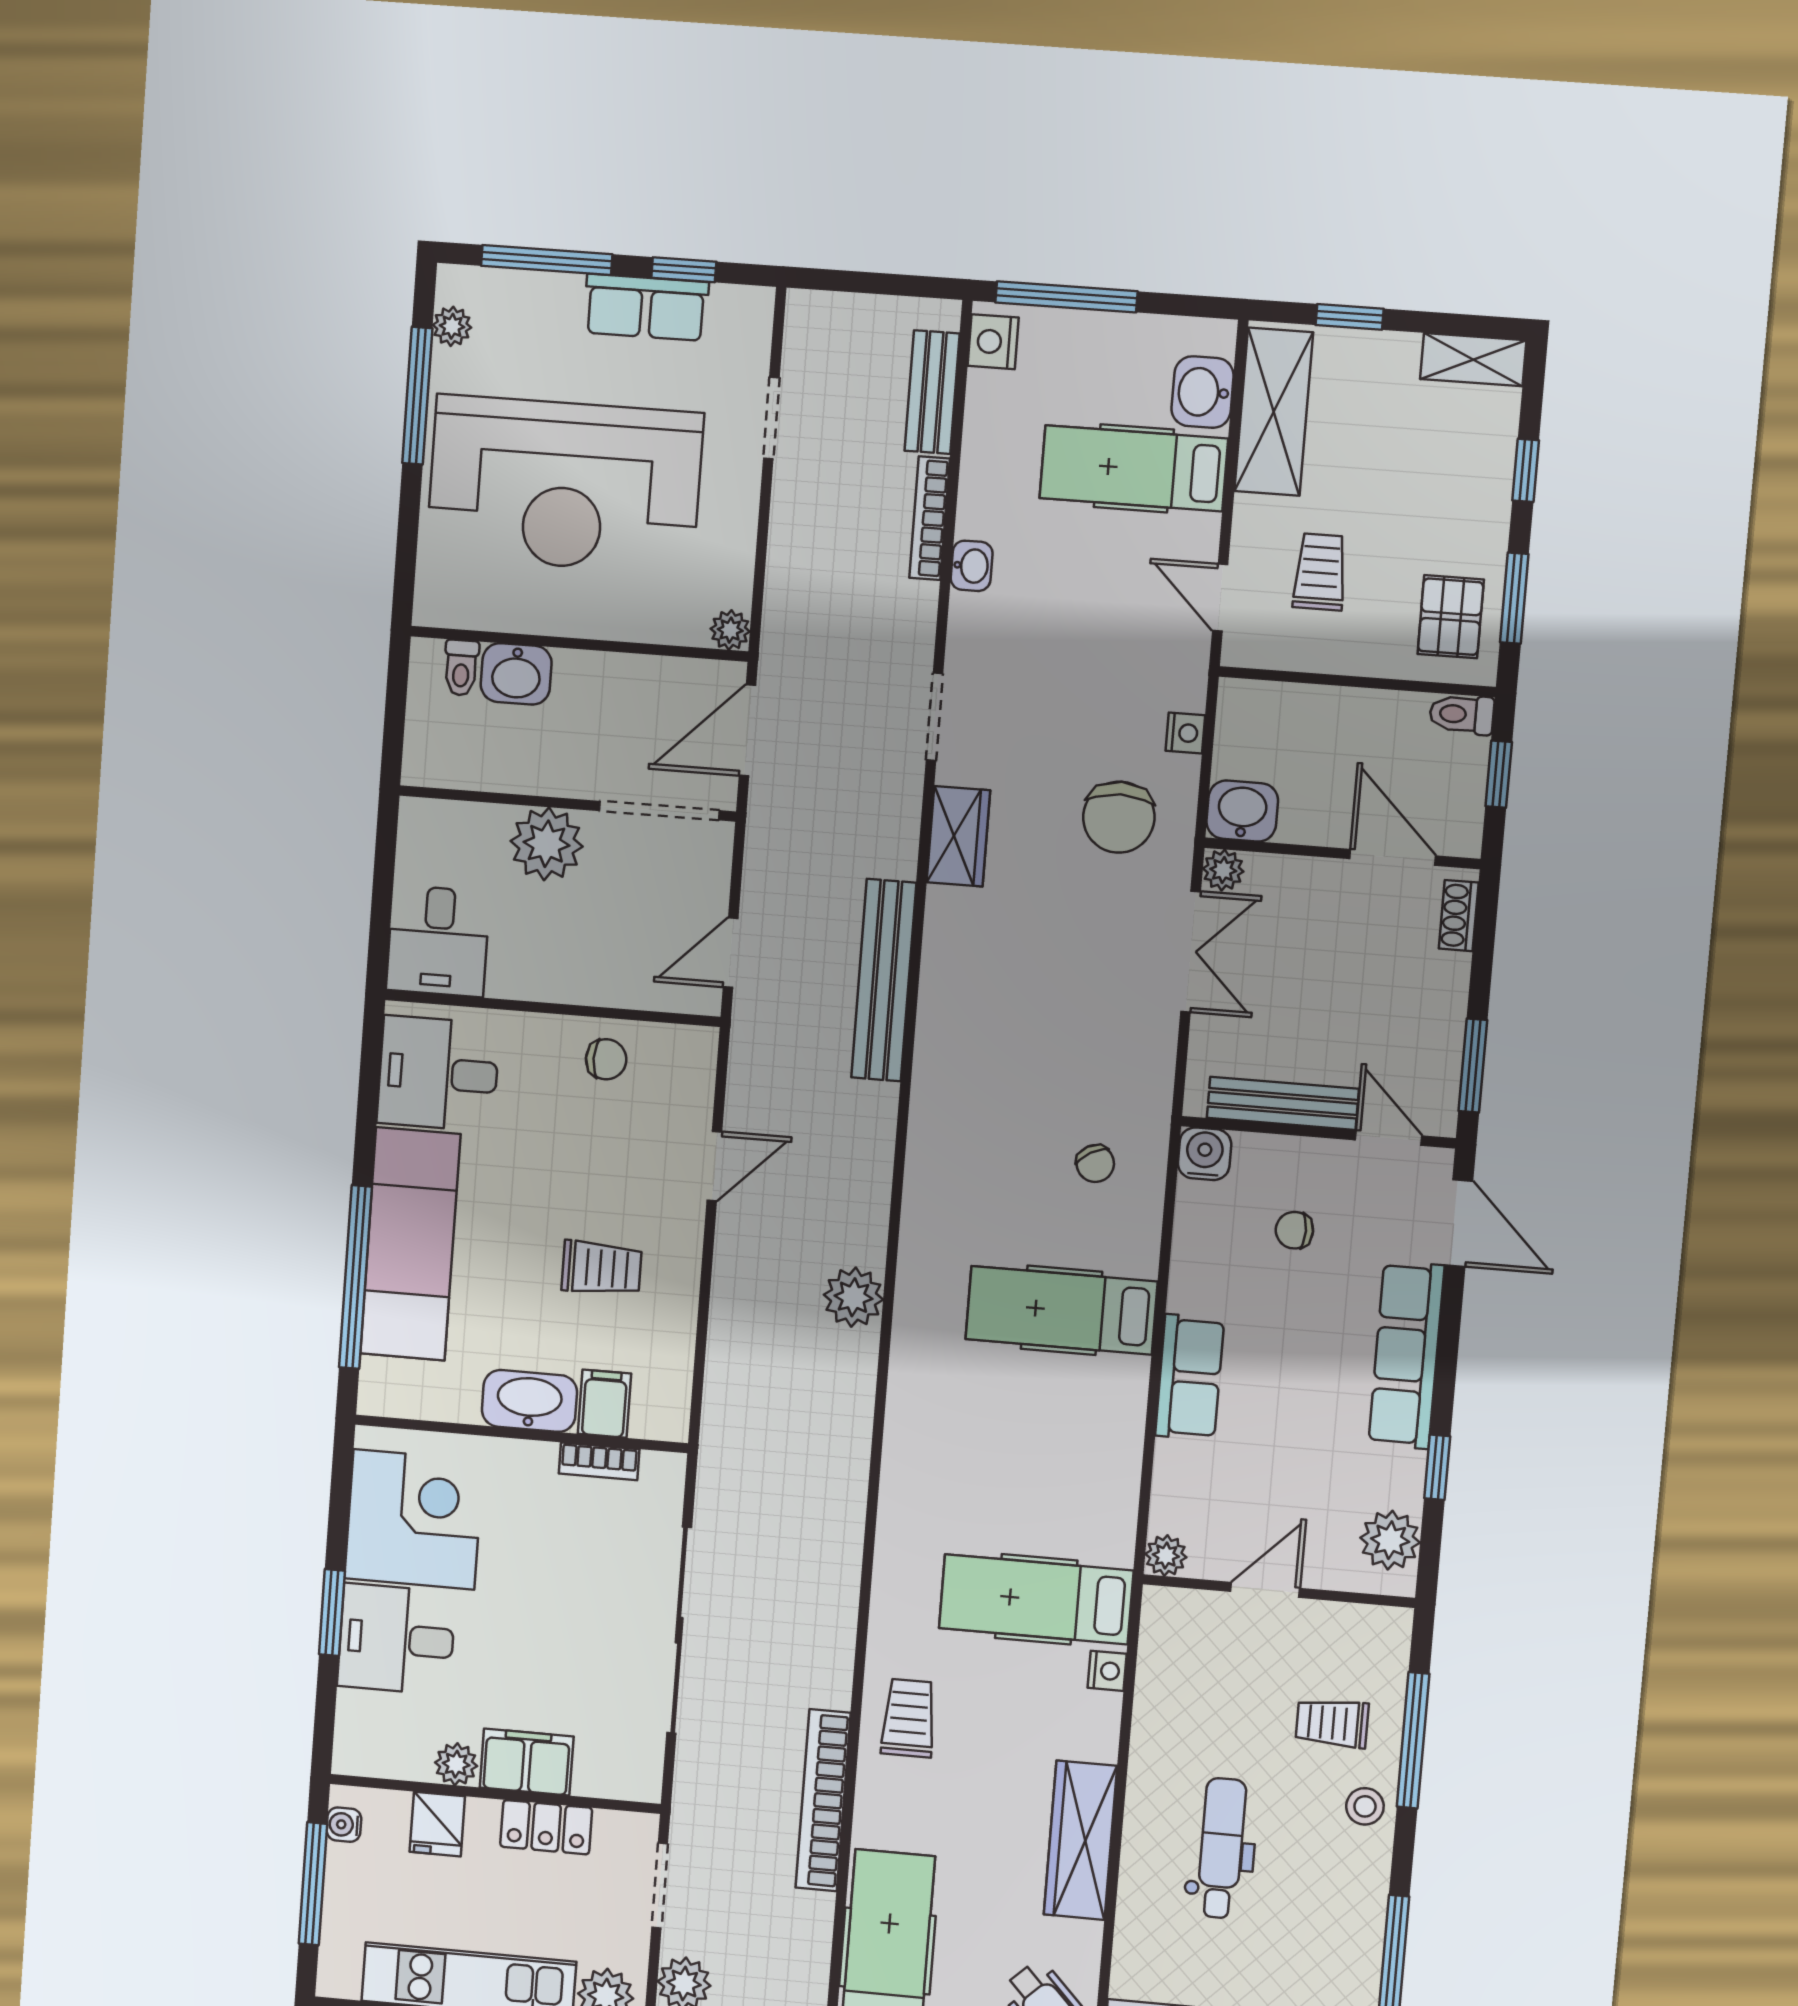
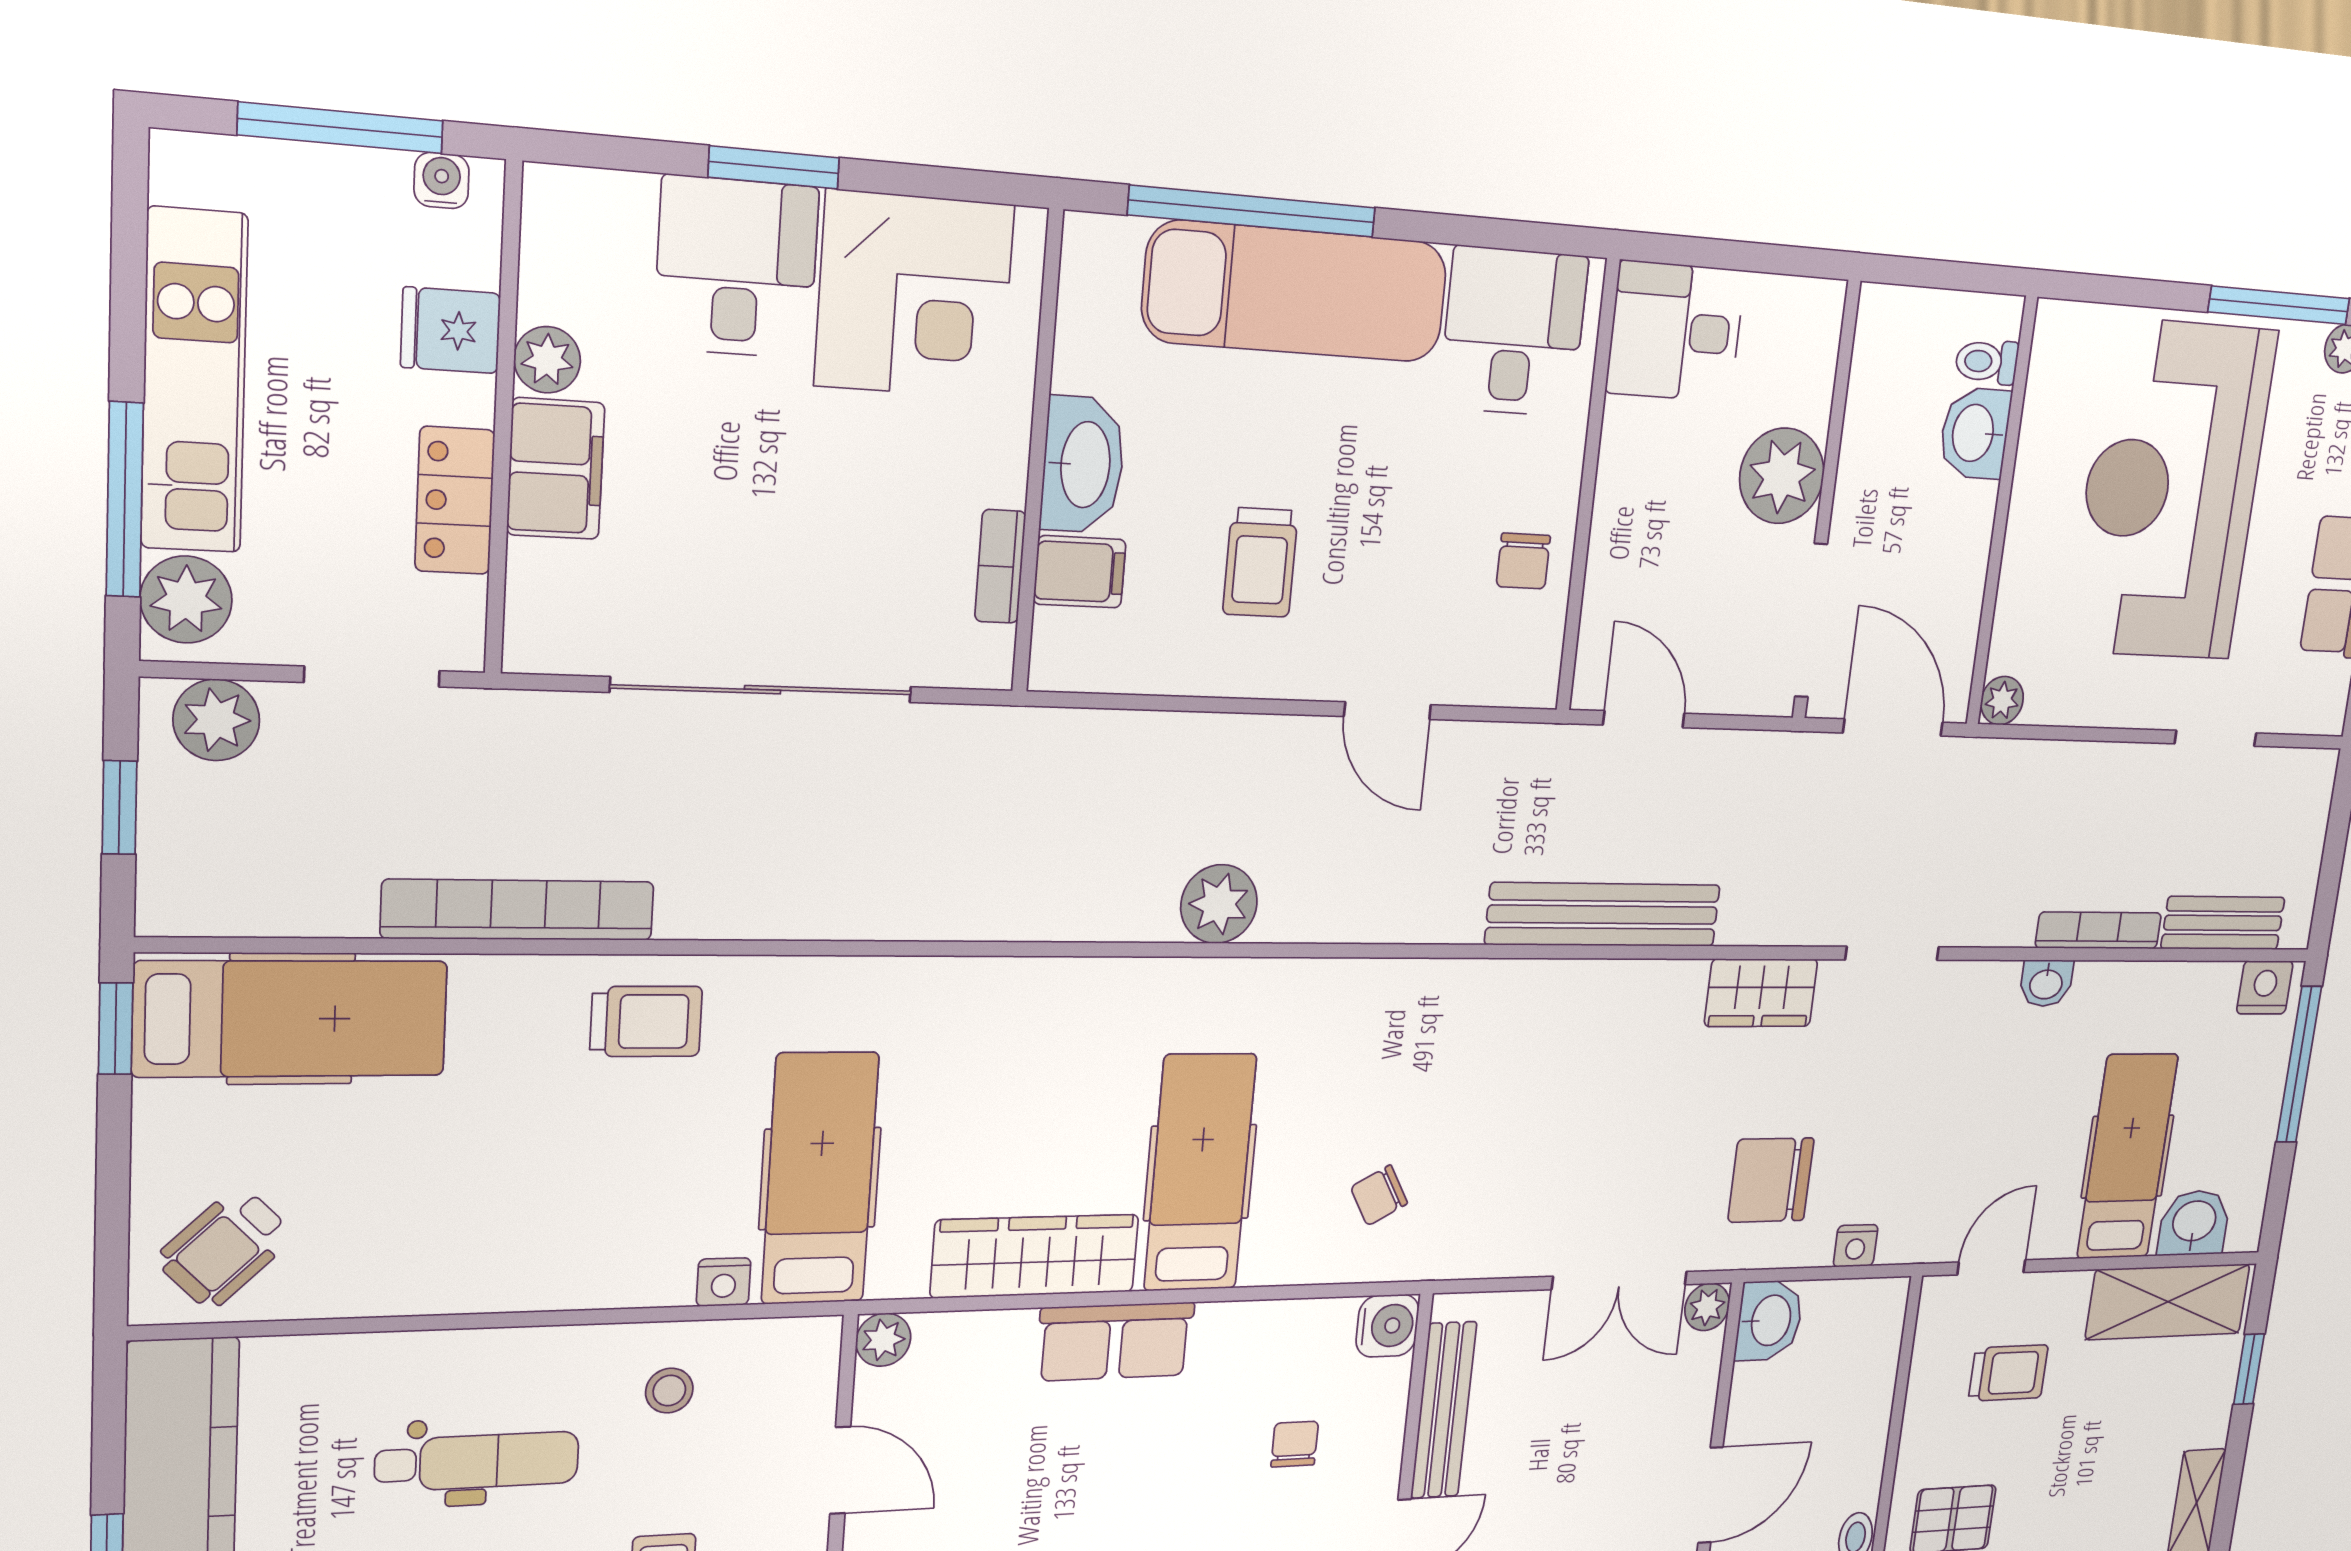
stool: (1185, 1712) -> (669, 1391), added
wardrobe: (1080, 1840) -> (1035, 1256), moved

